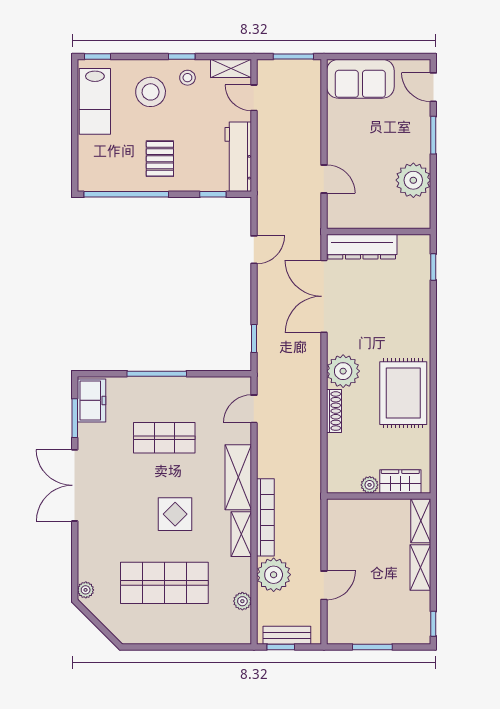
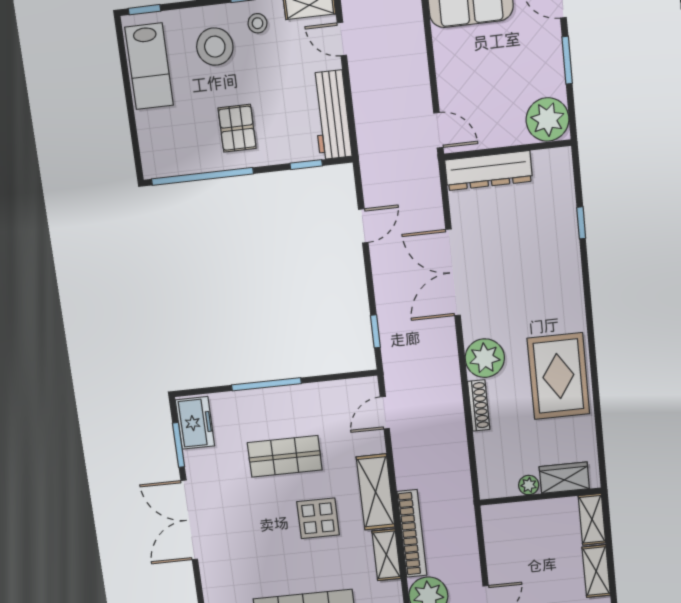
wall: (379, 232) -> (507, 150), moved
dresser: (362, 247) -> (489, 171), moved
display table: (175, 514) -> (318, 518), moved

